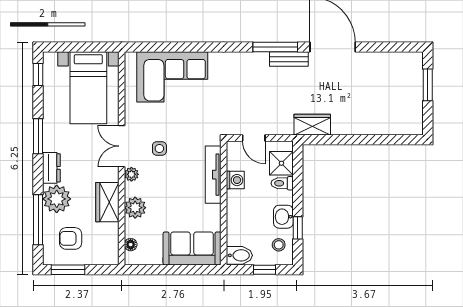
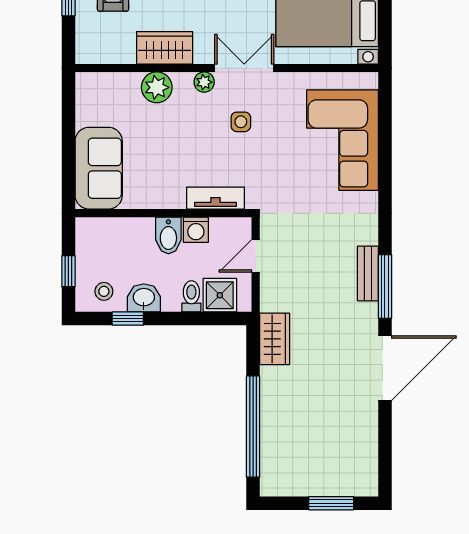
bench: (289, 59) -> (368, 273), moved
window: (374, 140) -> (253, 427), added
tv unit: (213, 175) -> (215, 198), width x0.71
floor lamp: (131, 245) -> (104, 81), removed
bidet: (239, 255) -> (168, 235), moved

